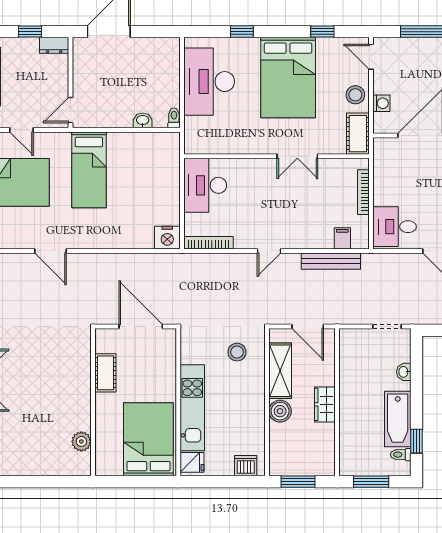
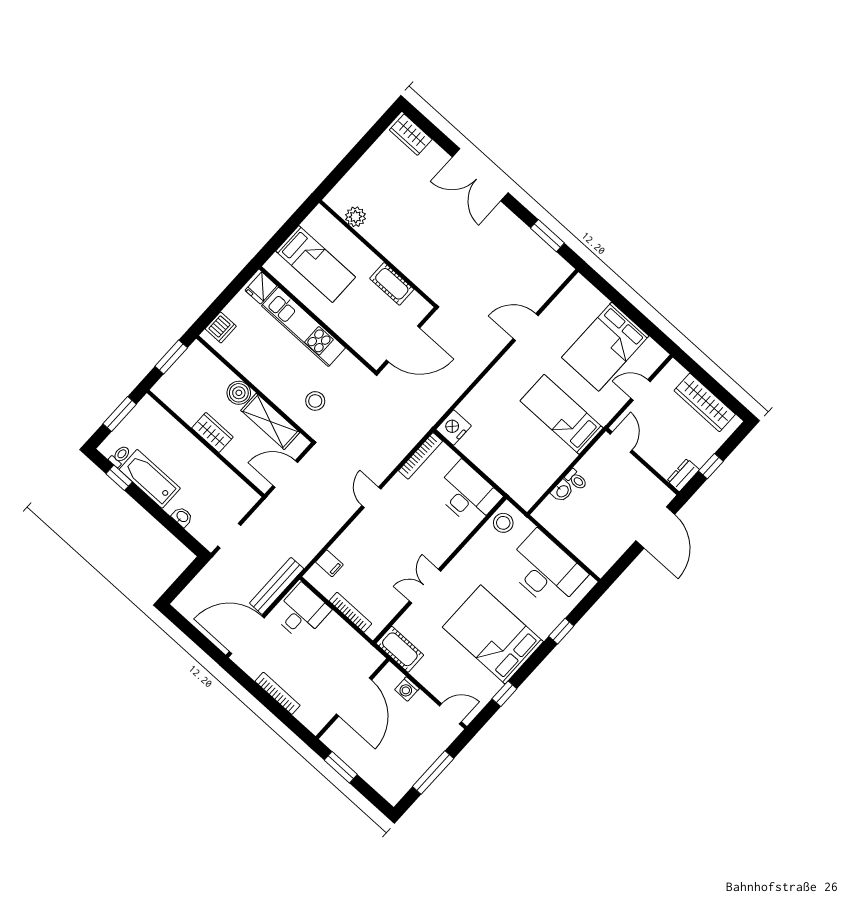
stool: (355, 95) -> (503, 523), moved
toilet: (174, 118) -> (576, 480), moved
bench: (331, 261) -> (277, 586), moved
bed: (148, 439) -> (316, 264), width x0.67

